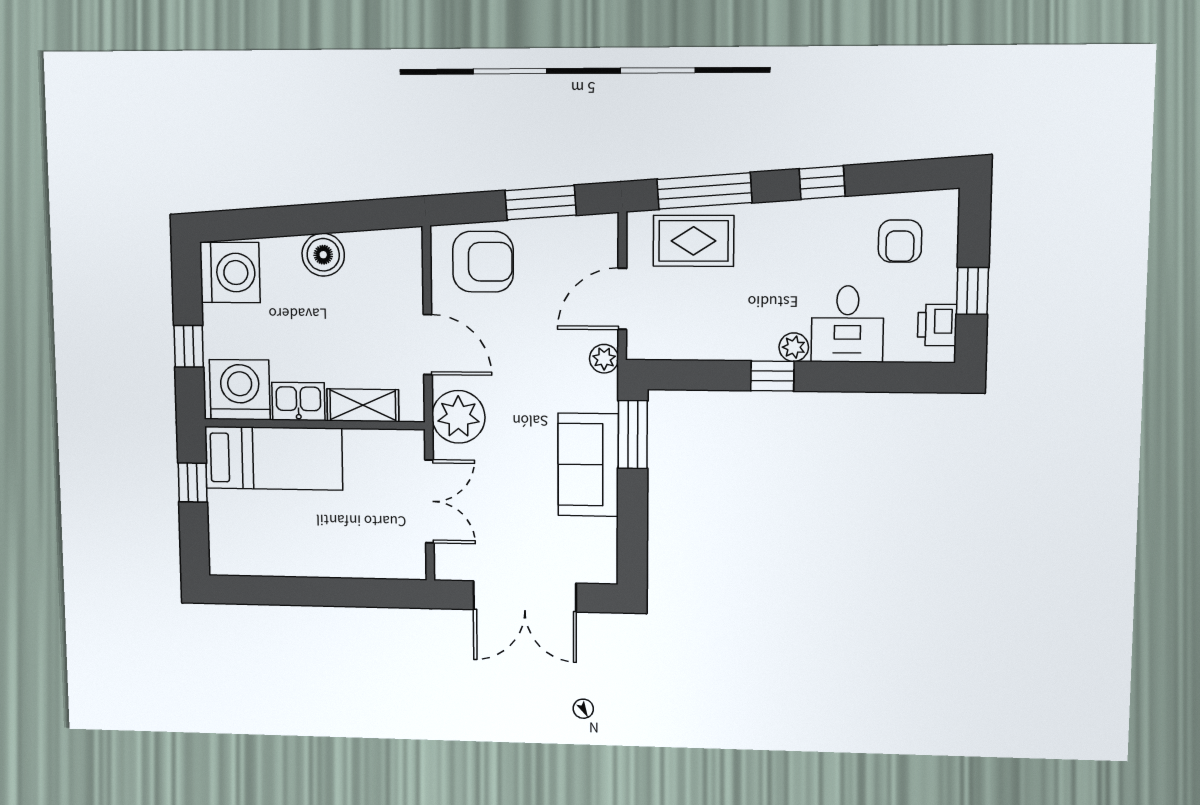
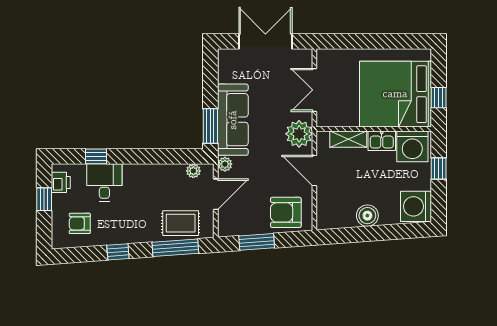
armchair: (900, 241) -> (80, 223), turned -90
plant: (794, 347) -> (193, 171), moved
window: (772, 376) -> (96, 156), moved
bed: (274, 458) -> (395, 94), width x2.04
sofa: (588, 465) -> (233, 120), width x1.36

